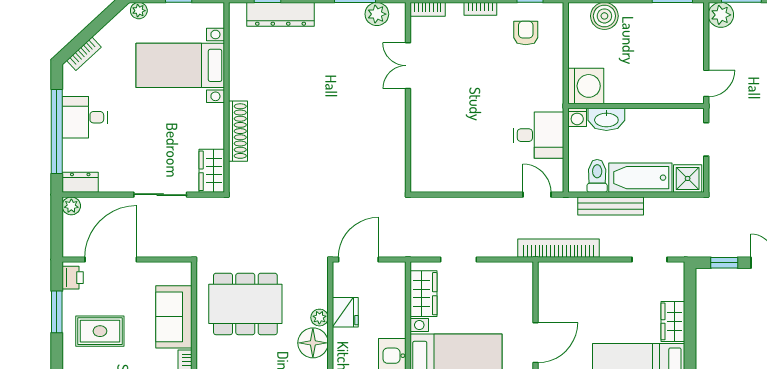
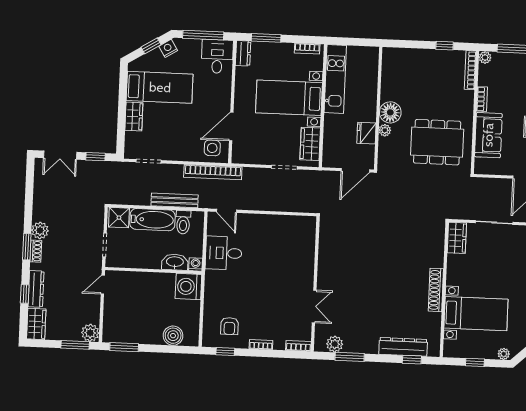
shoe rack: (238, 131) -> (436, 290), moved
side table: (561, 282) -> (212, 148), added
door: (535, 343) -> (231, 126), moved

